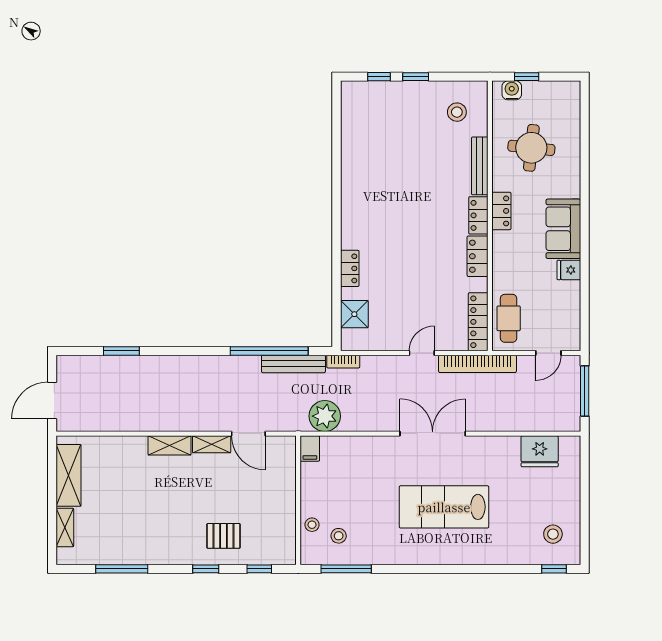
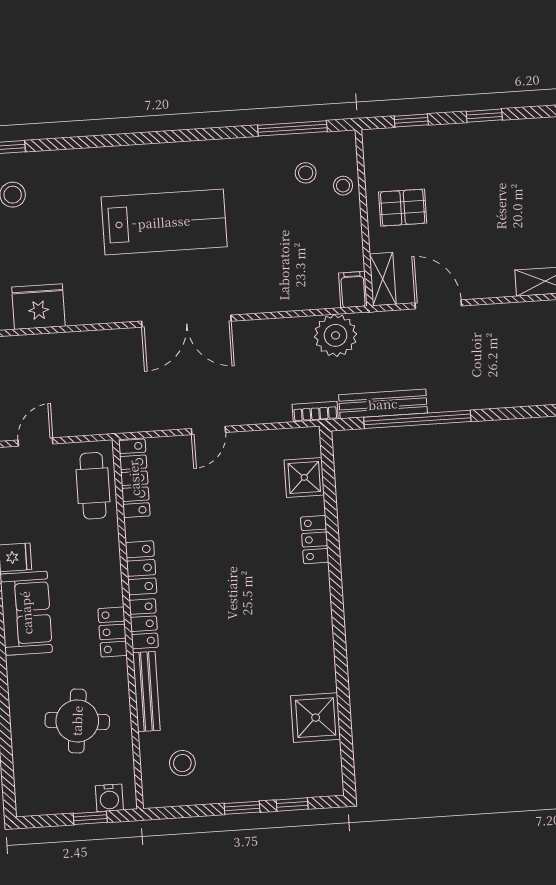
shower: (358, 139) -> (316, 718), added
bookcase: (477, 364) -> (131, 421), removed
shelving: (212, 444) -> (383, 279), moved, turned 90
pallet: (224, 536) -> (403, 208), moved

